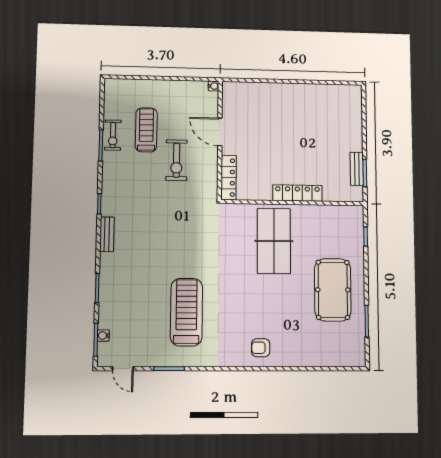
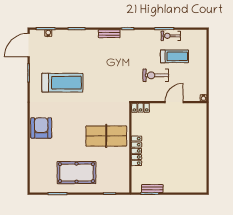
locker: (229, 178) -> (141, 108), width x0.66
armchair: (261, 348) -> (41, 128), width x1.88, depth x1.88
door: (123, 369) -> (29, 45), width x1.88

